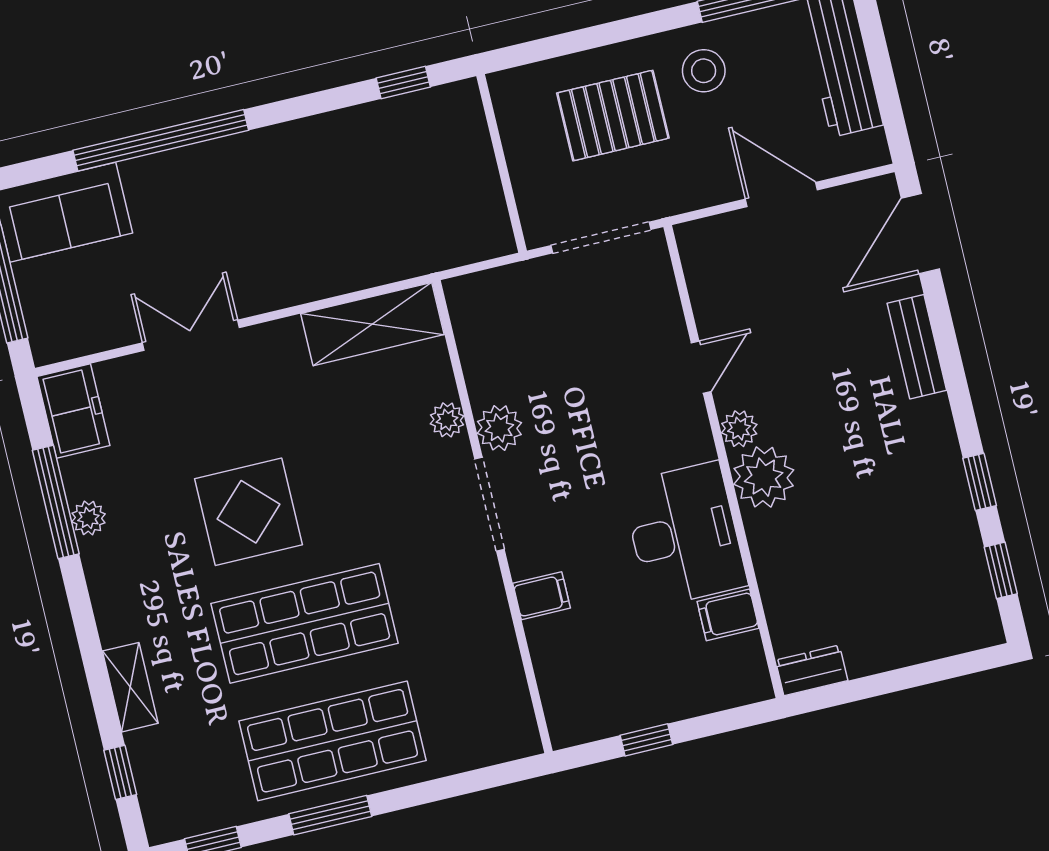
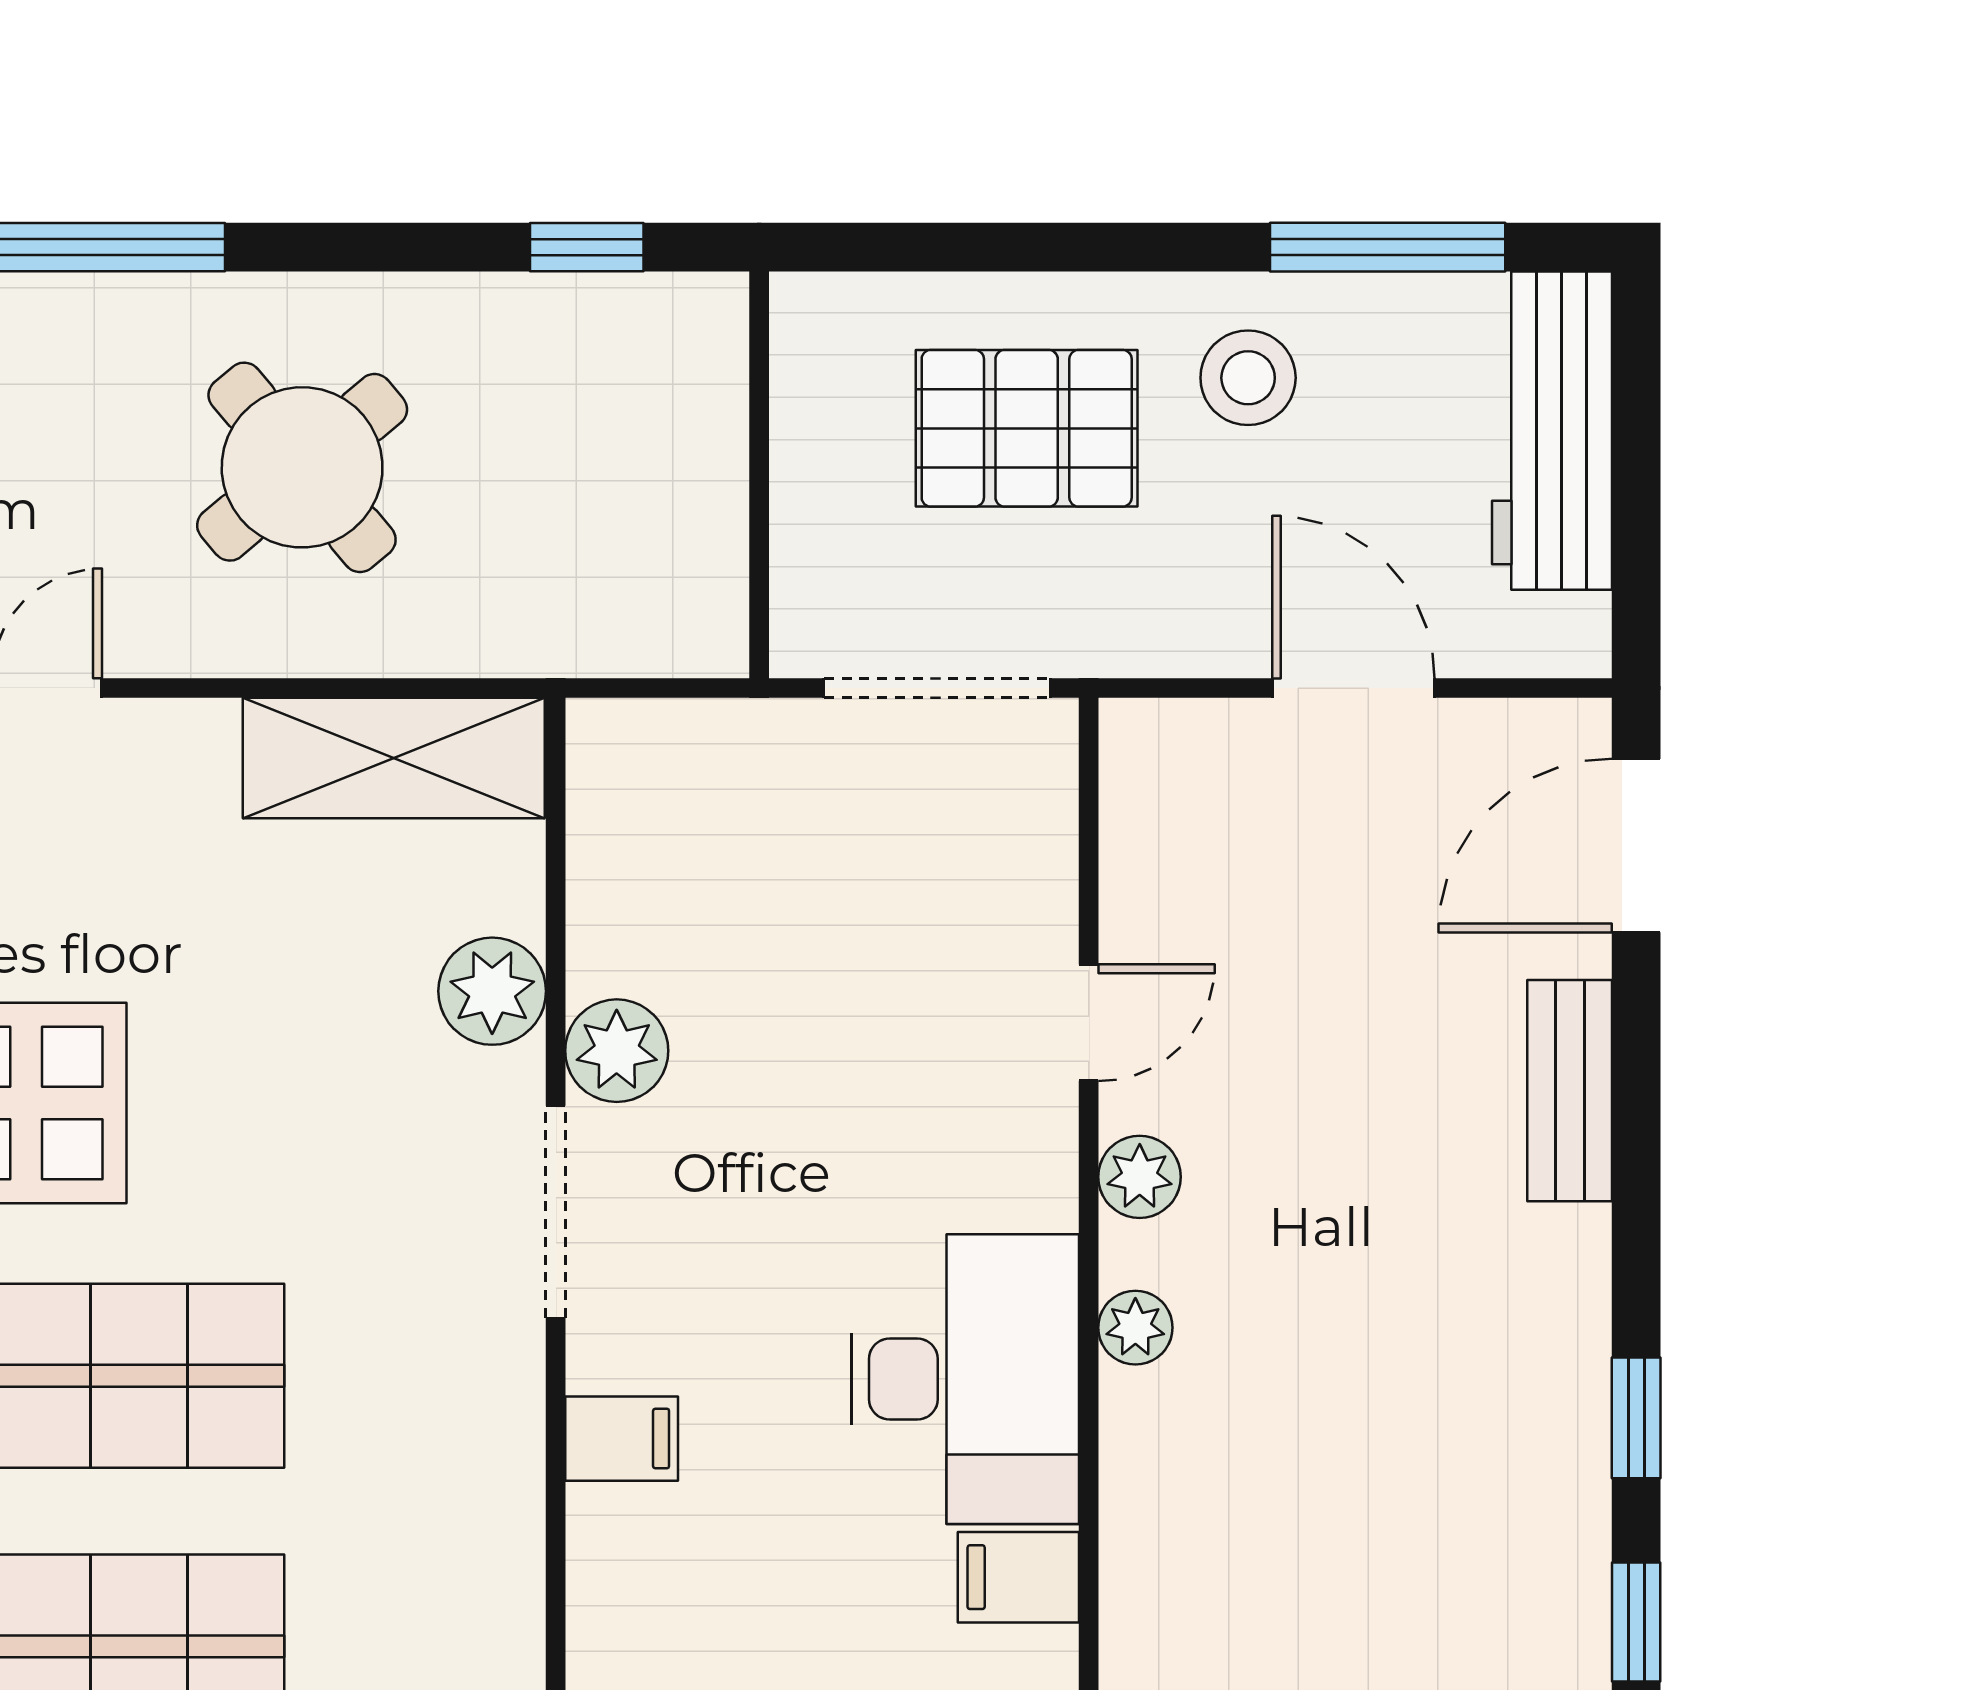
round table: (303, 207) -> (302, 467), added
plant: (447, 420) -> (492, 991), width x1.38, depth x1.38
plant: (764, 477) -> (1135, 1328), width x0.53, depth x0.53

